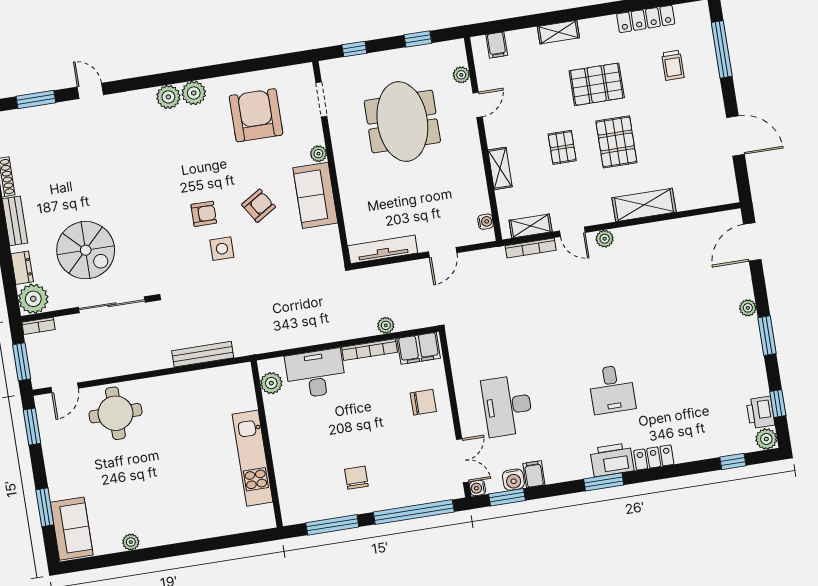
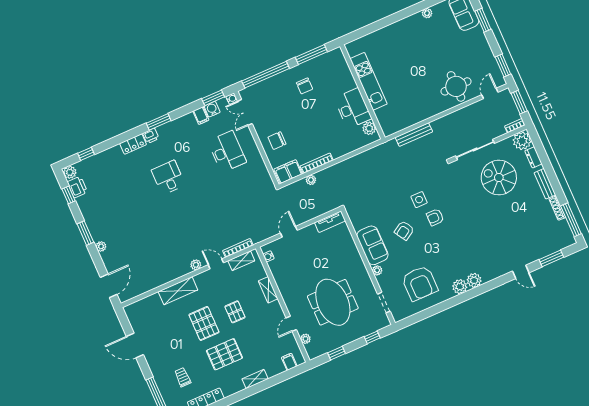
tv unit: (383, 249) -> (330, 222), width x0.71
desk: (316, 374) -> (353, 108), moved, turned -90
printer: (612, 460) -> (151, 136), width x0.53, depth x0.68

